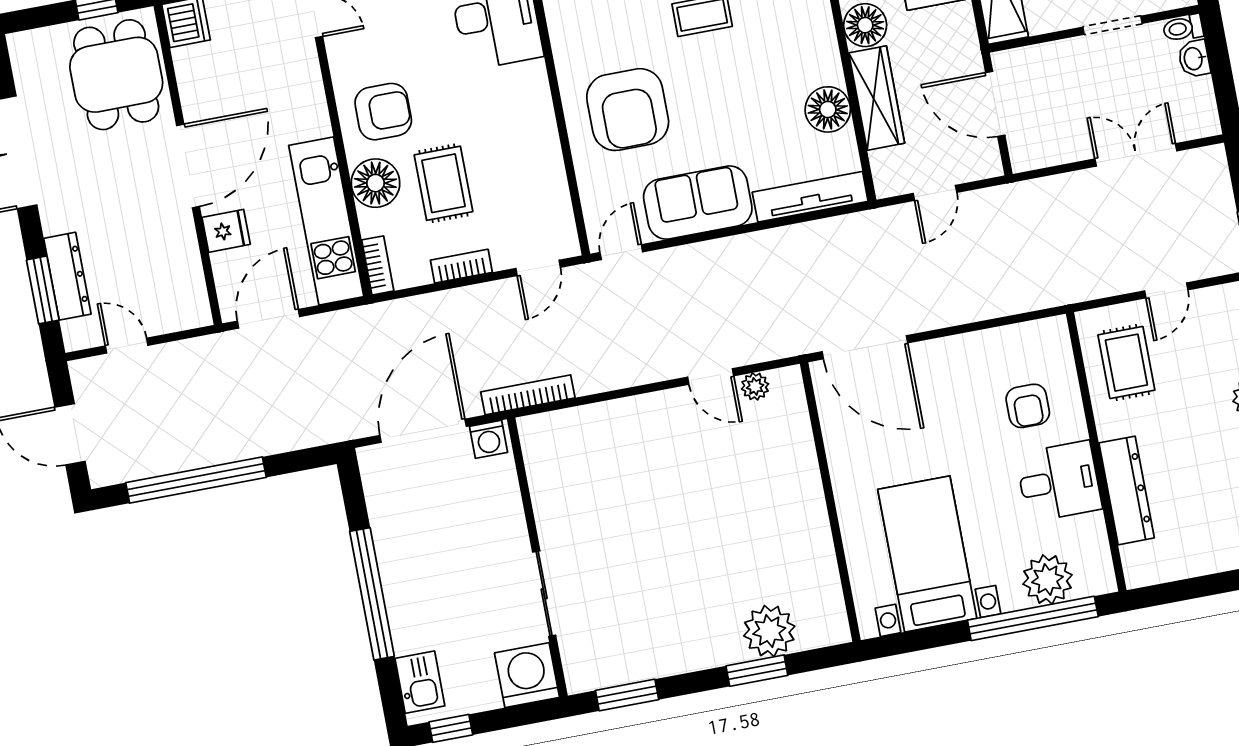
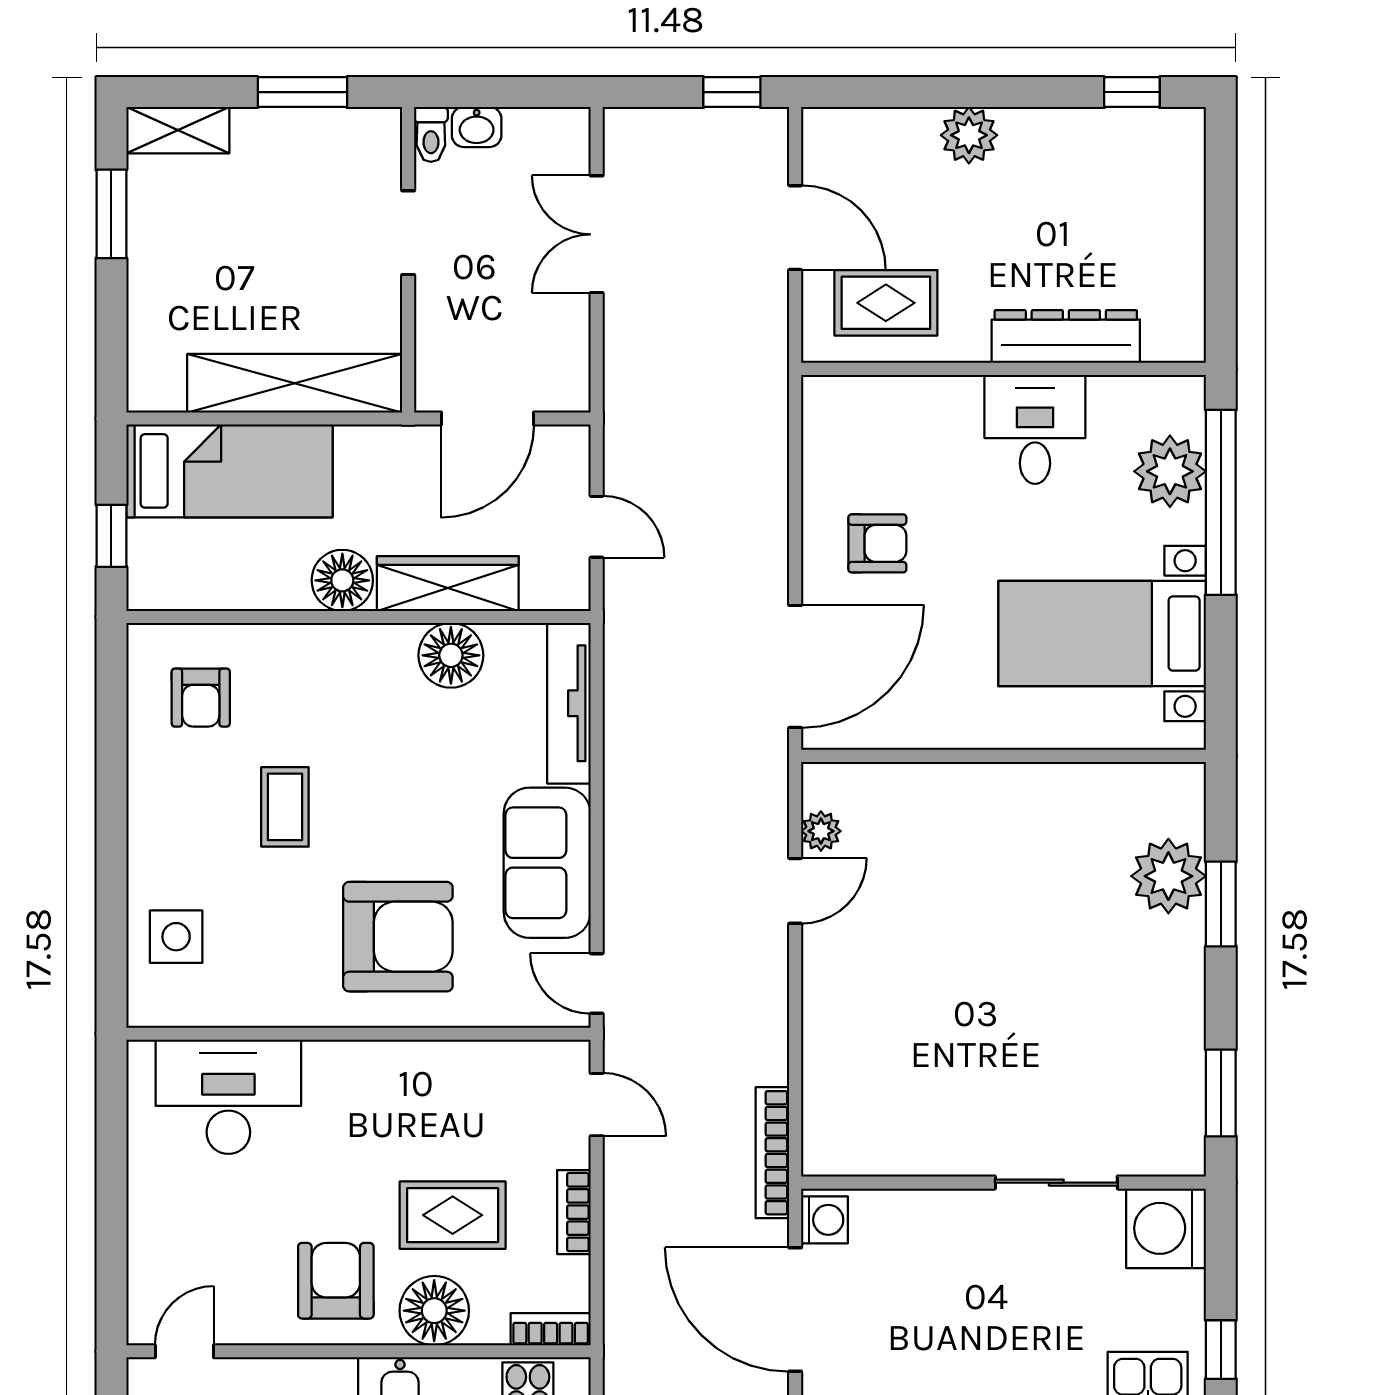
door: (1166, 290) -> (795, 228), width x1.38
armchair: (1028, 406) -> (877, 543), moved

